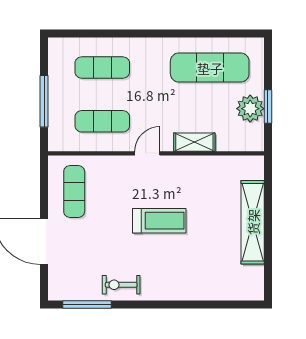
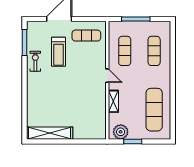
plant: (250, 109) -> (121, 132), moved
treadmill: (159, 221) -> (58, 52), moved
shelving: (253, 222) -> (50, 133), moved

